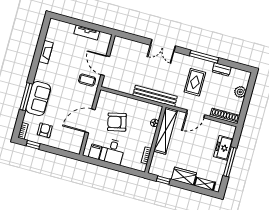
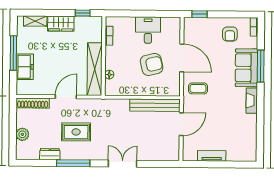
fireplace: (46, 52) -> (252, 101), moved
door: (105, 66) -> (181, 124), hinge flipped
coffee table: (87, 80) -> (198, 88), moved
rug: (195, 82) -> (76, 132), turned 90
bench: (155, 96) -> (155, 105), moved
door: (90, 121) -> (182, 58), hinge flipped
window: (33, 145) -> (200, 14), moved
filing cabinet: (95, 152) -> (167, 25), removed

